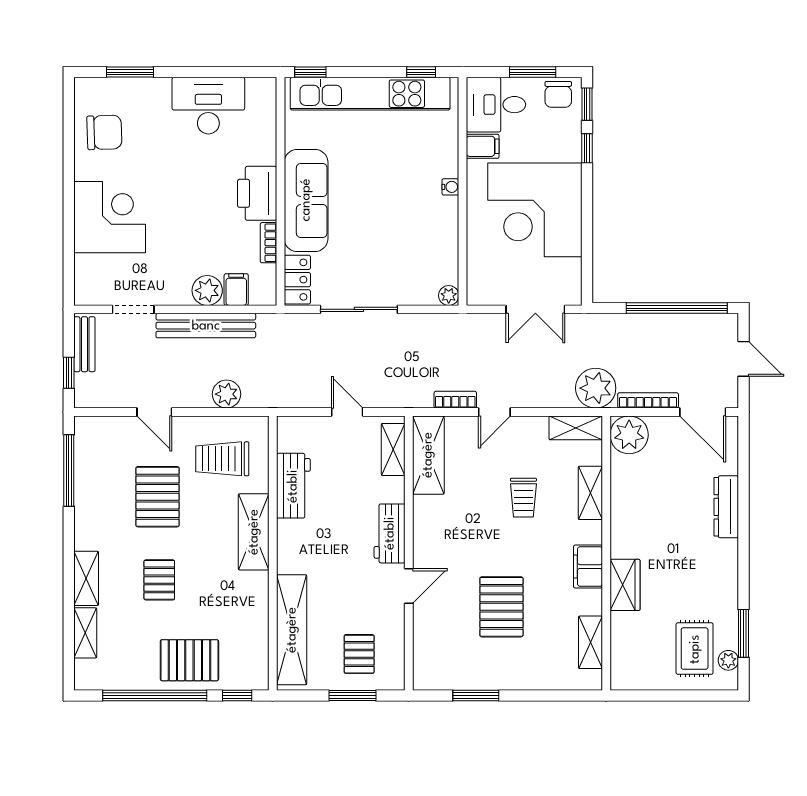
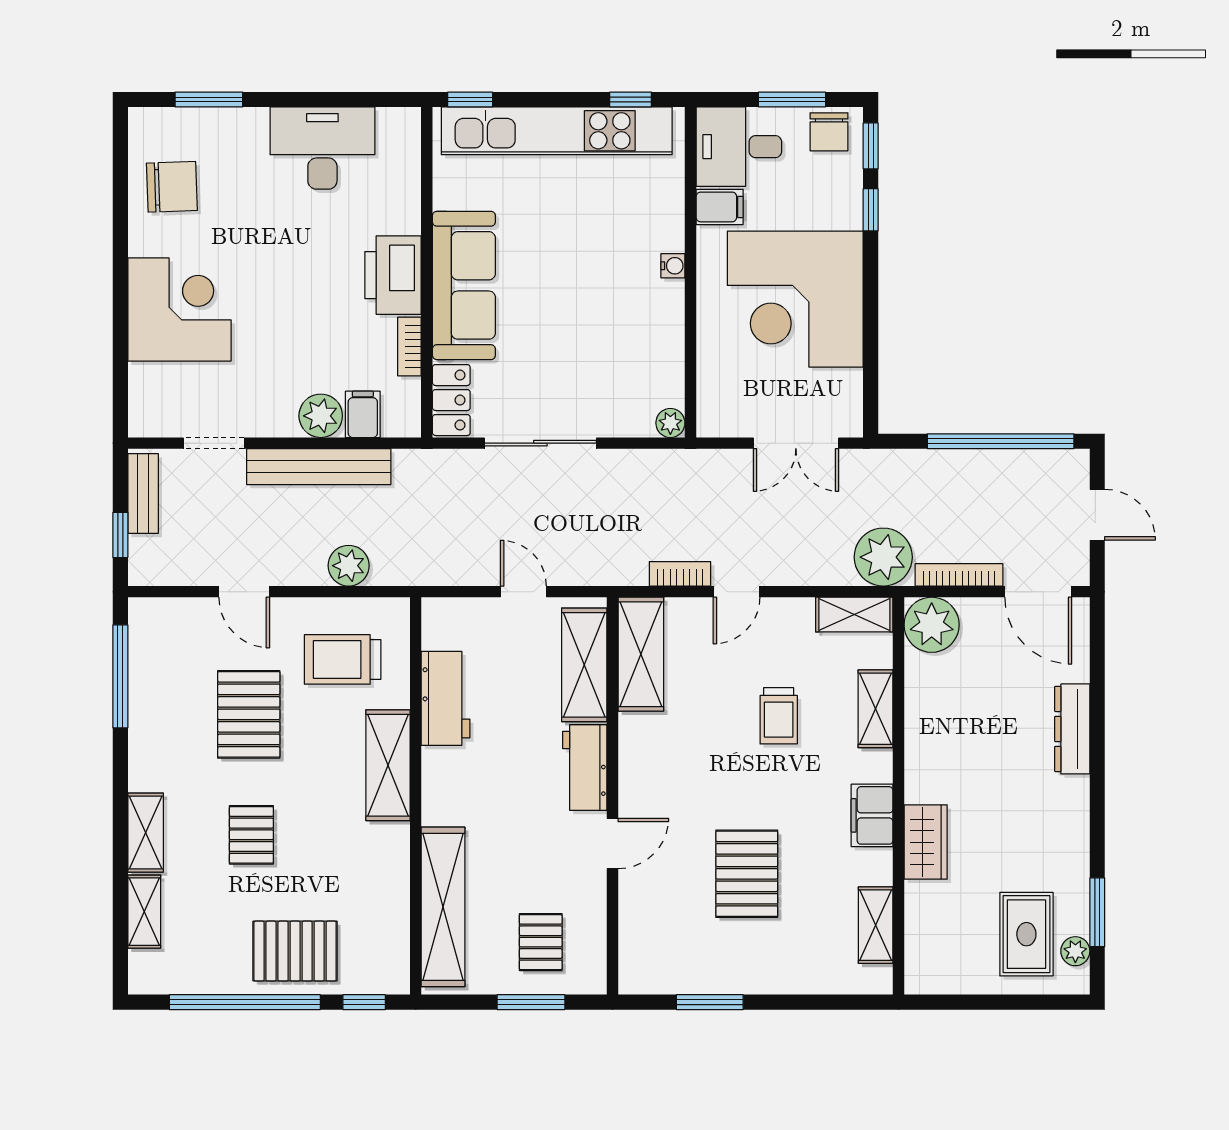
shelving: (393, 449) -> (584, 665), width x1.50, depth x1.33

